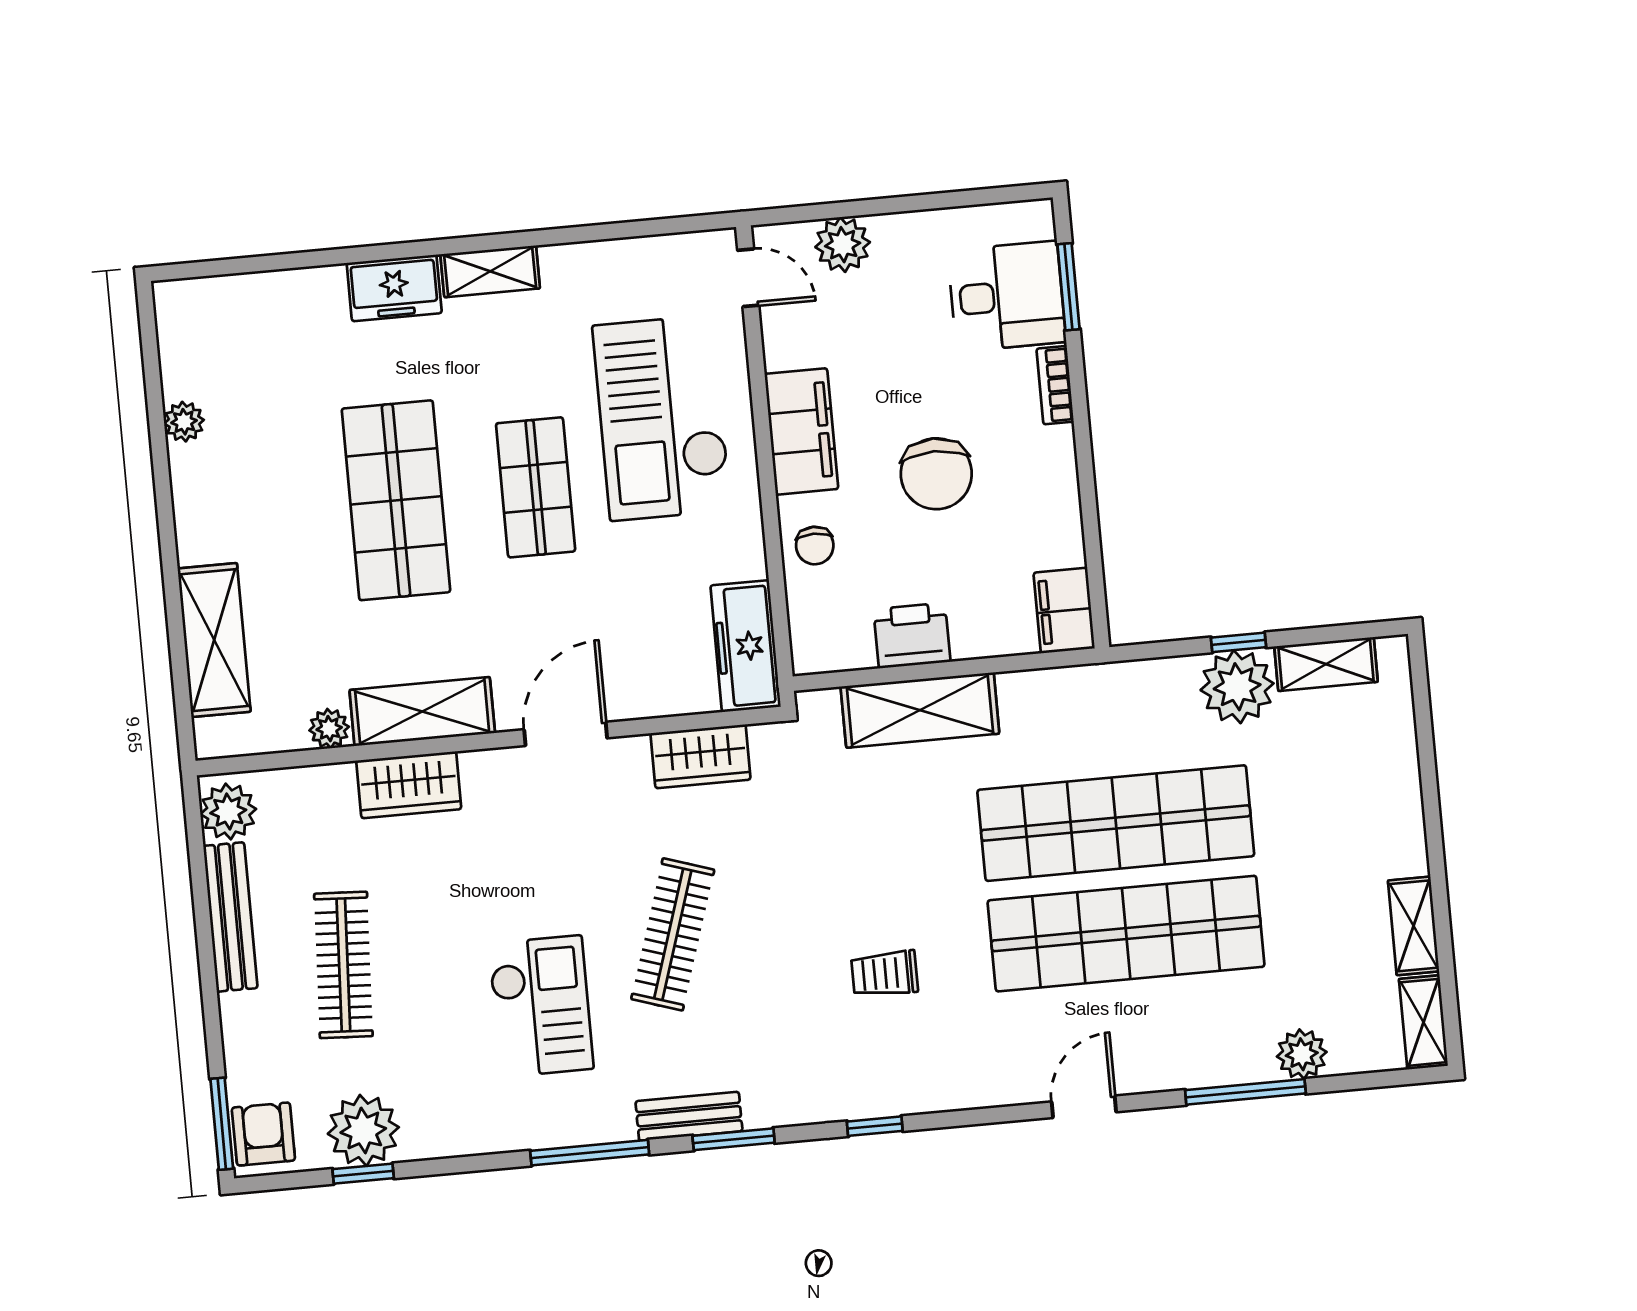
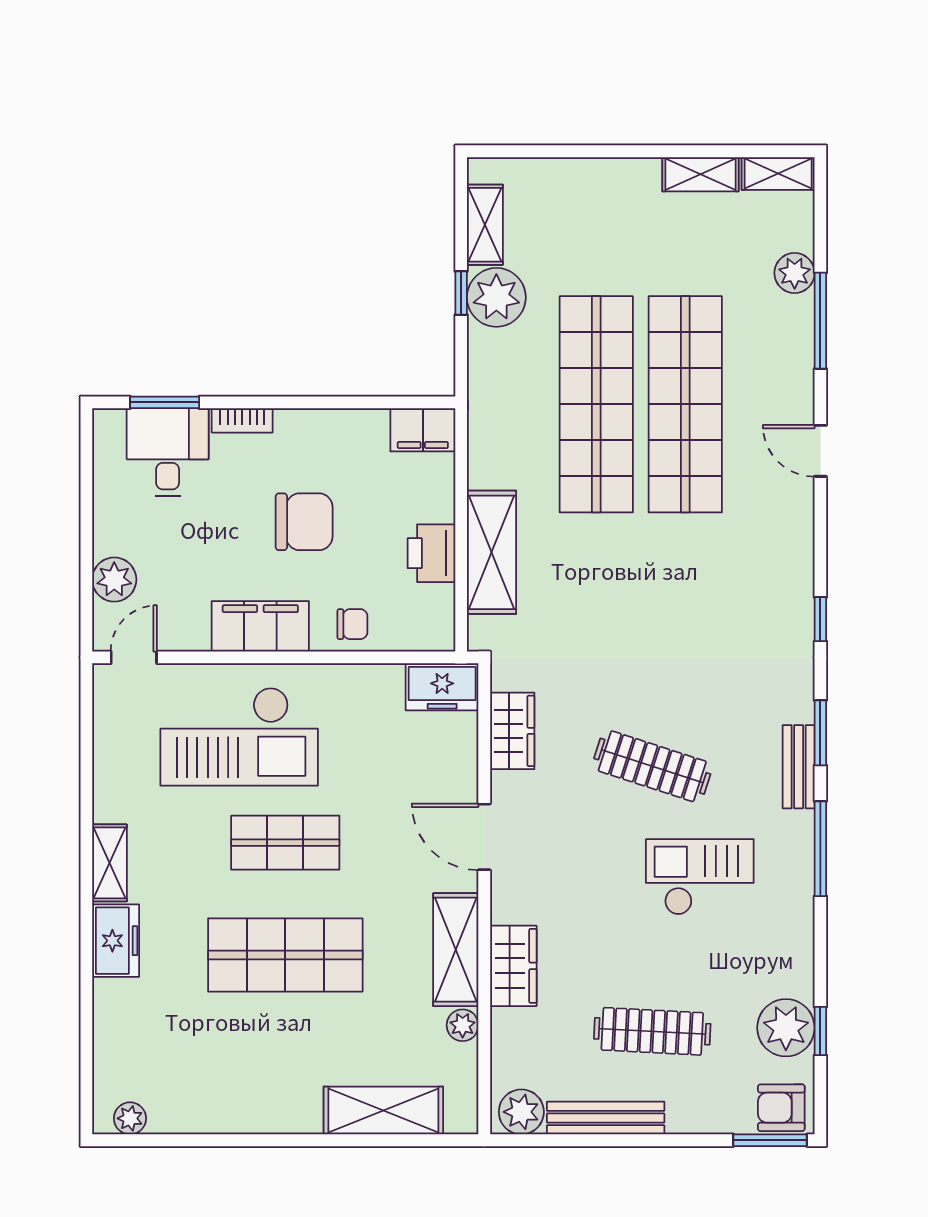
plant: (184, 422) -> (130, 1118), moved
freezer: (745, 646) -> (442, 687), width x0.71
trolley: (884, 974) -> (699, 600), removed

